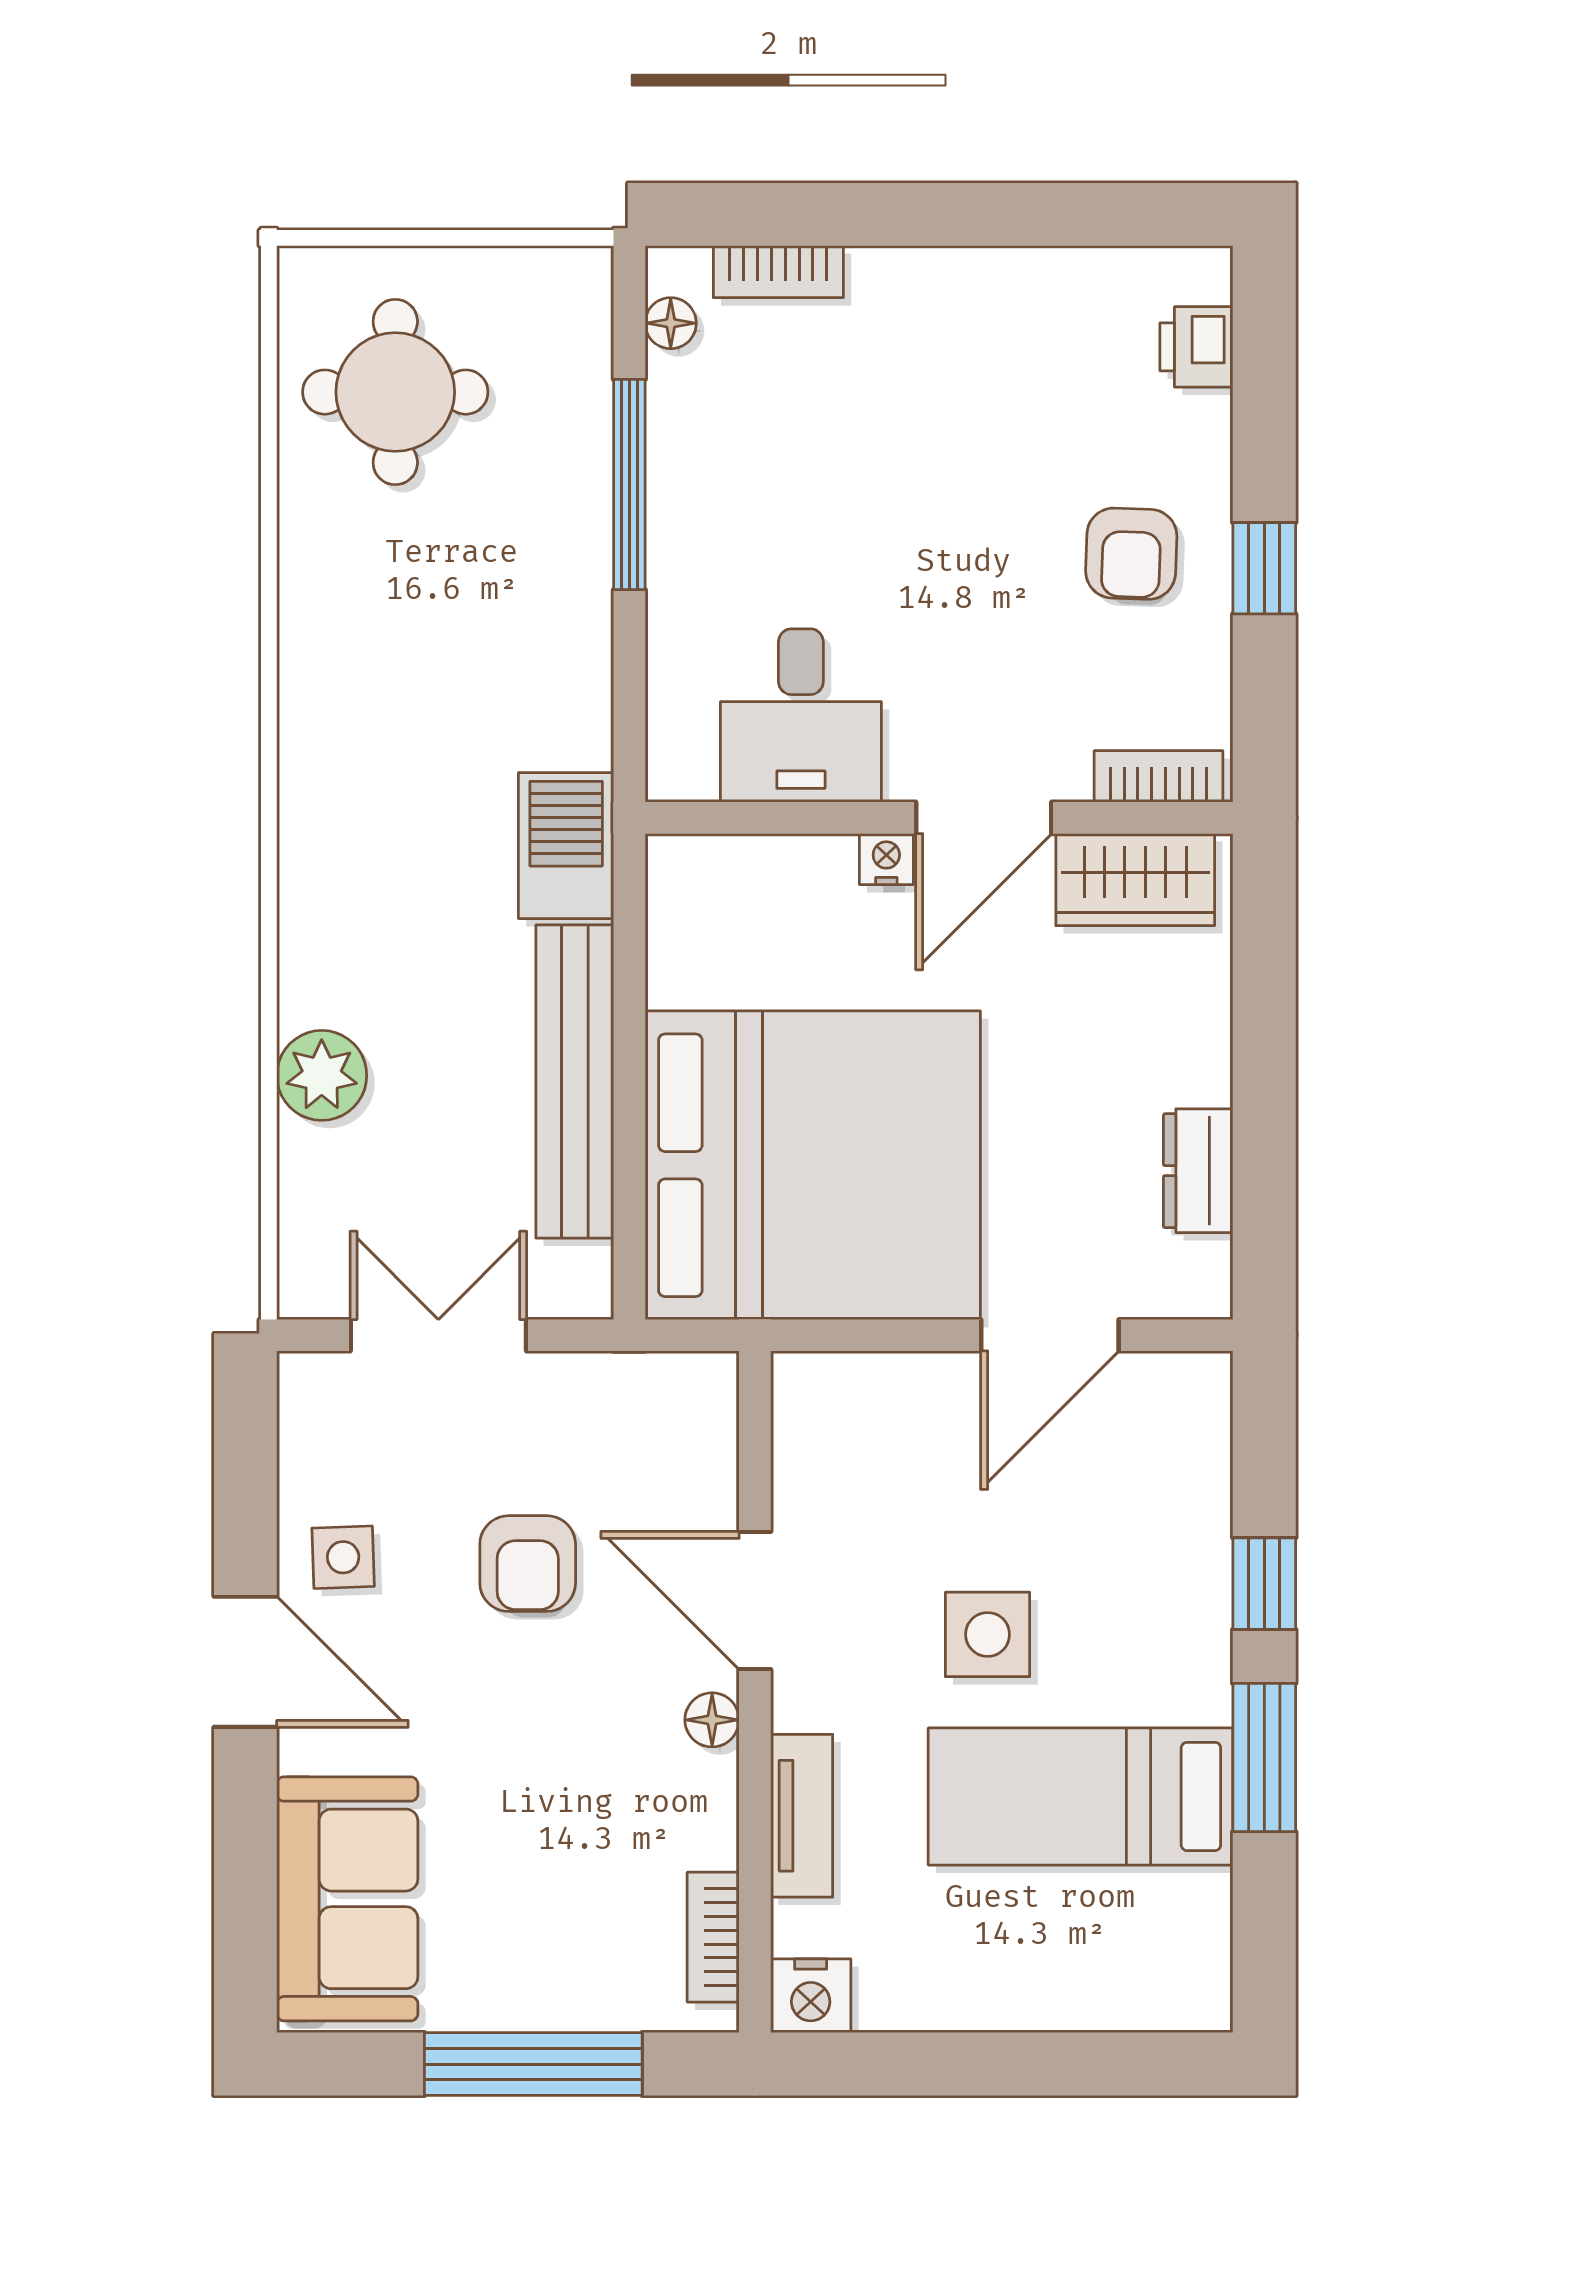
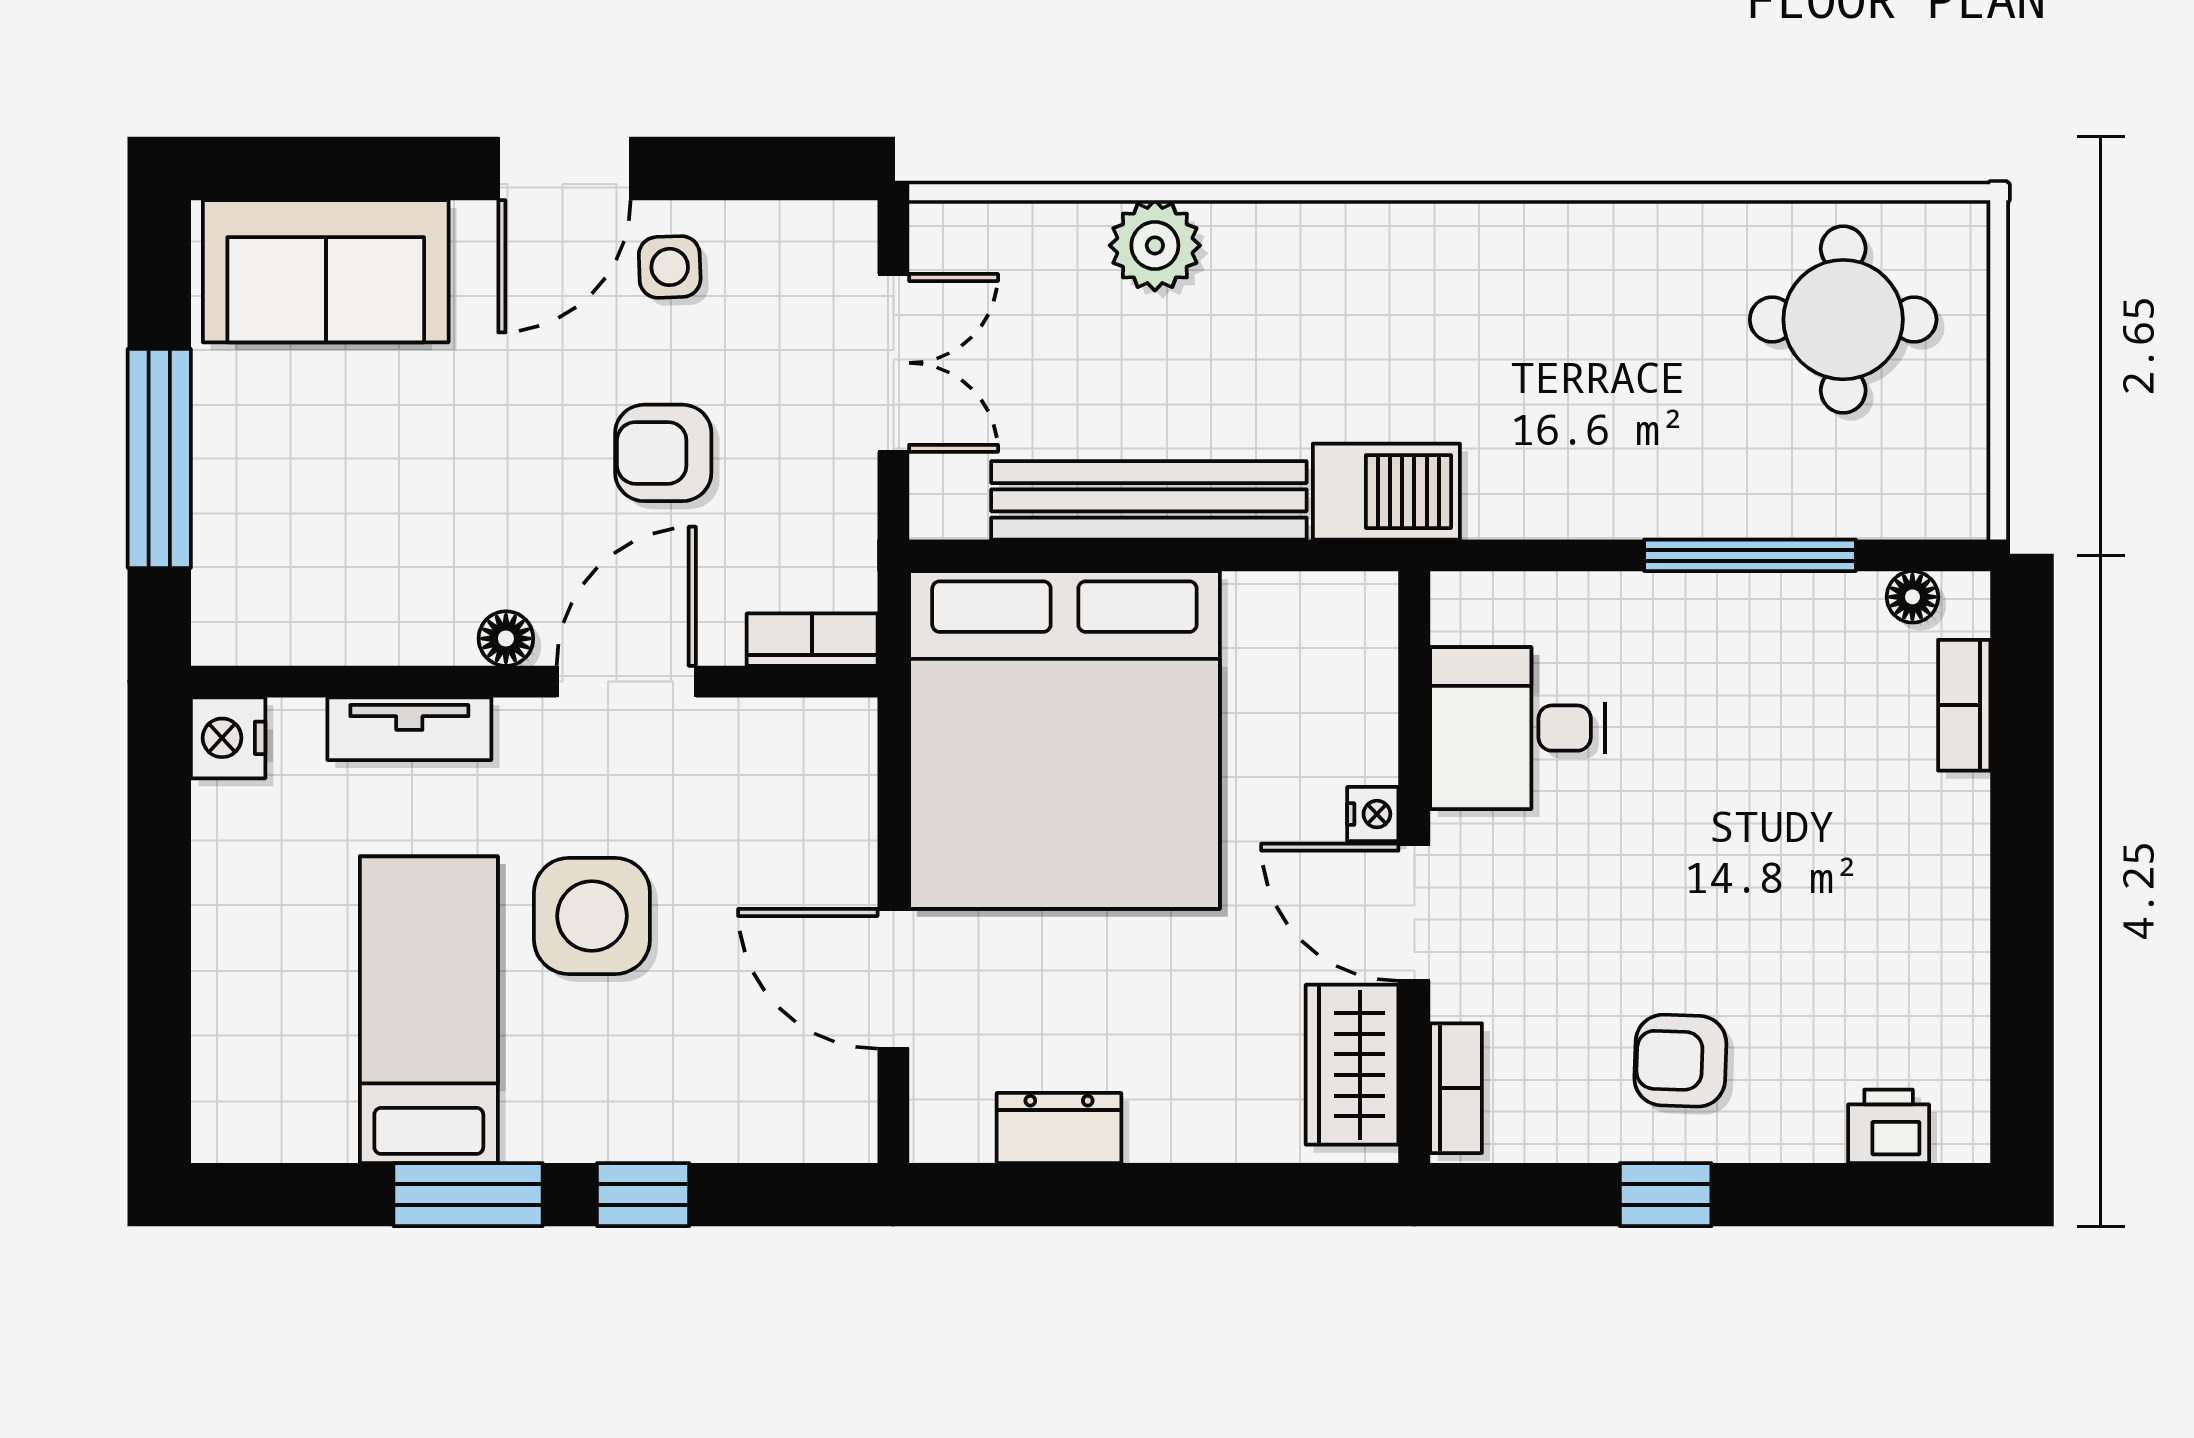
side table: (988, 1634) -> (592, 916), width x1.37, depth x1.37
bookcase: (713, 1937) -> (812, 640), moved

